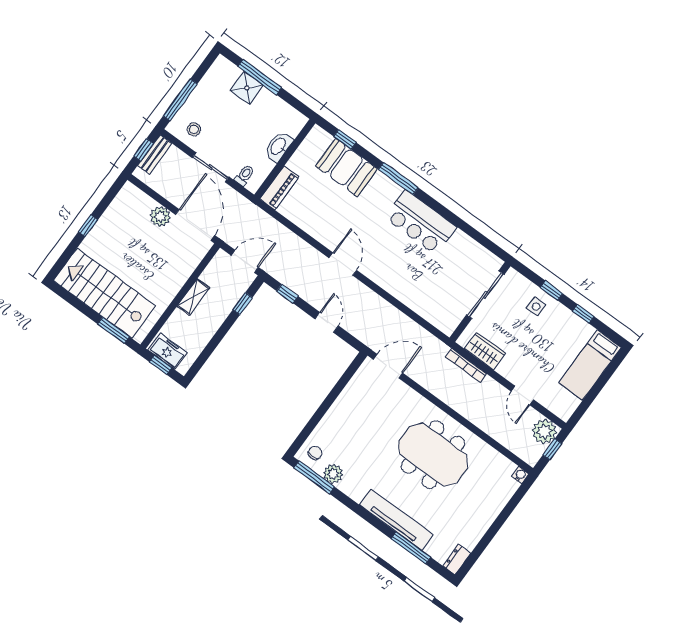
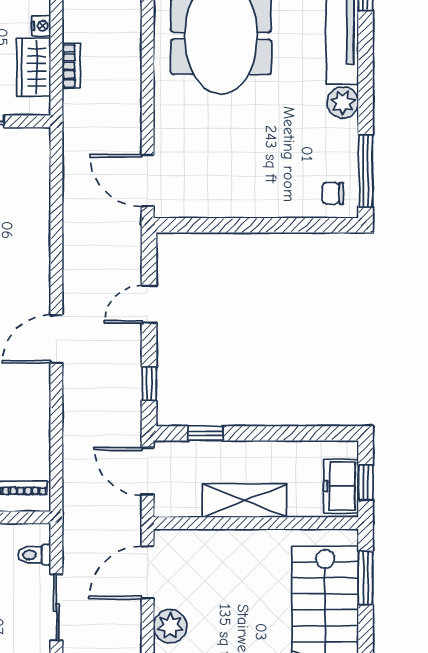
door: (195, 225) -> (148, 572), width x0.73
shelving: (193, 297) -> (245, 501), width x1.50, depth x1.33
bookcase: (466, 365) -> (71, 66), width x0.64
nightstand: (503, 370) -> (41, 26), added
plant: (333, 474) -> (343, 103), moved

